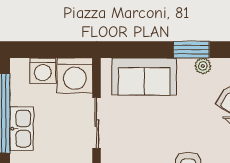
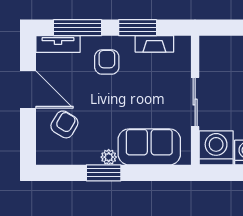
plant: (203, 66) -> (109, 157), moved

